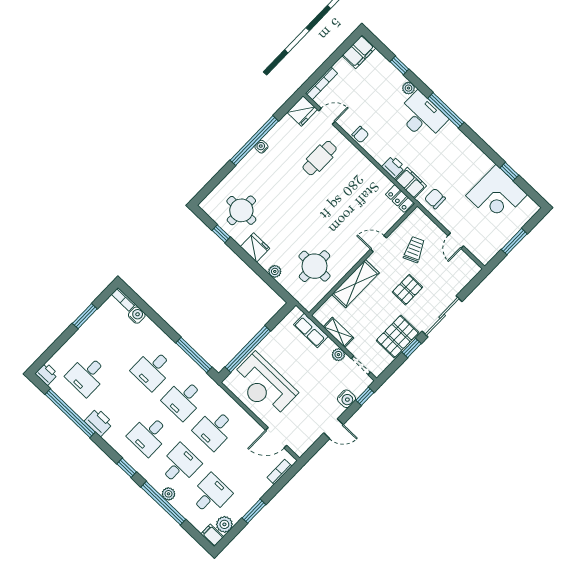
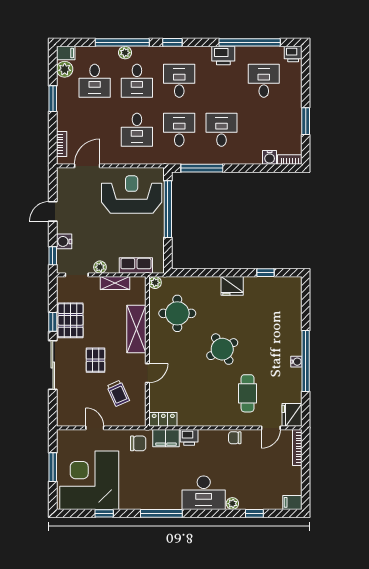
filing cabinet: (359, 52) -> (292, 502), width x0.50
window: (446, 110) -> (161, 513), moved
corner desk: (497, 195) -> (89, 480), width x1.36, depth x1.36
round table: (241, 210) -> (222, 349), moved, turned -30
plant: (275, 271) -> (155, 283), moved
desk: (214, 429) -> (137, 130), turned 180

